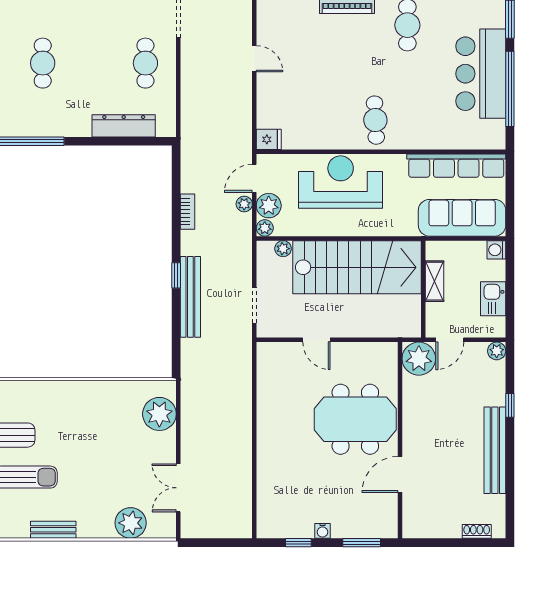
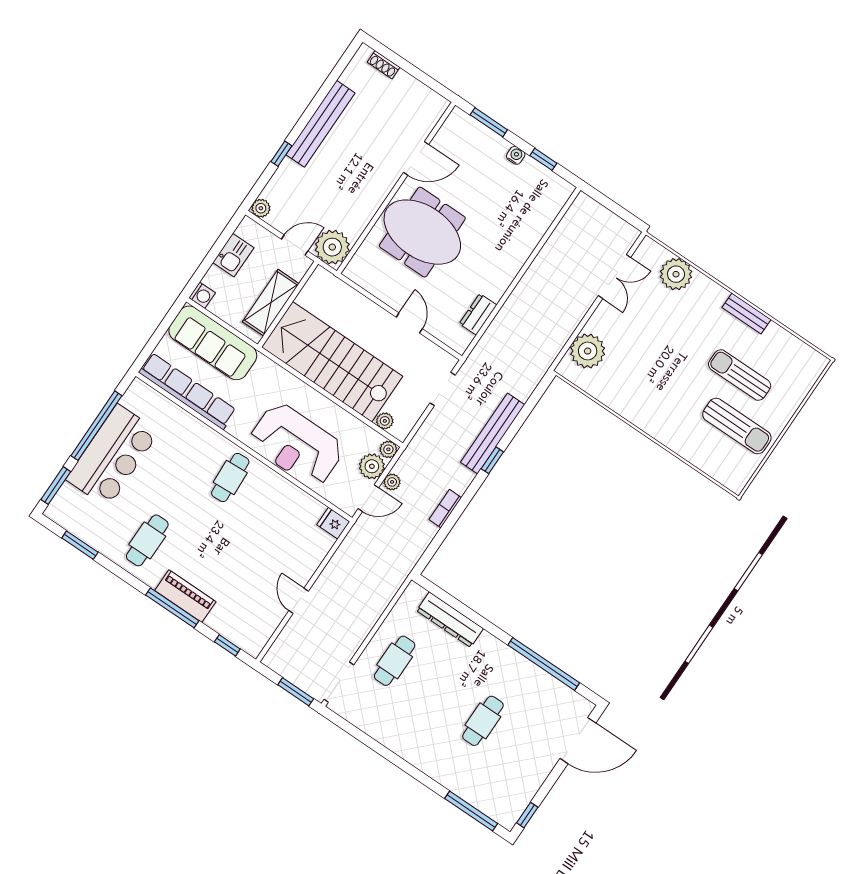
shelving: (435, 281) -> (271, 303), width x1.50, depth x1.33
dresser: (266, 384) -> (478, 314), added

